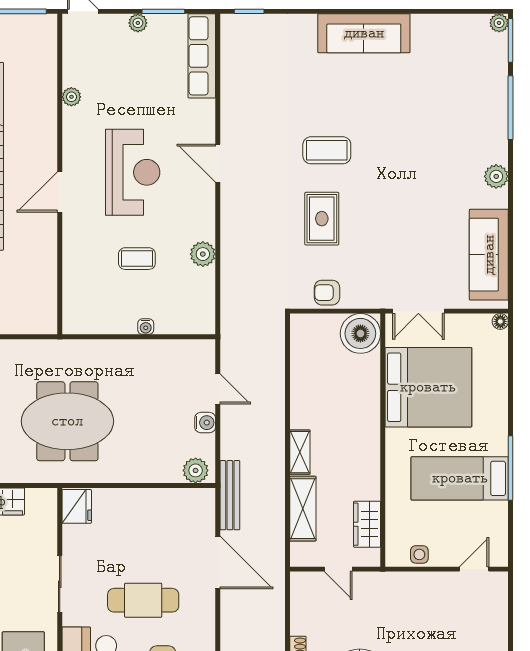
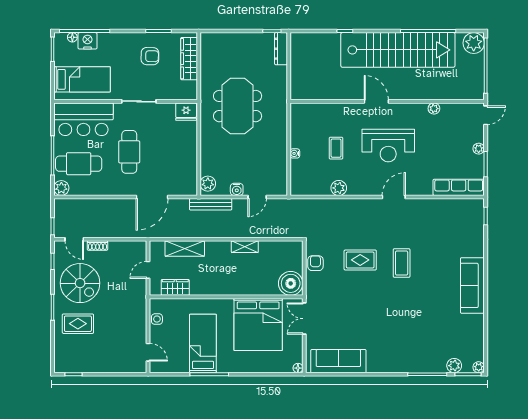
plant: (496, 176) -> (454, 366), moved
shelving: (300, 452) -> (245, 247), moved
bench: (230, 495) -> (211, 204), moved

